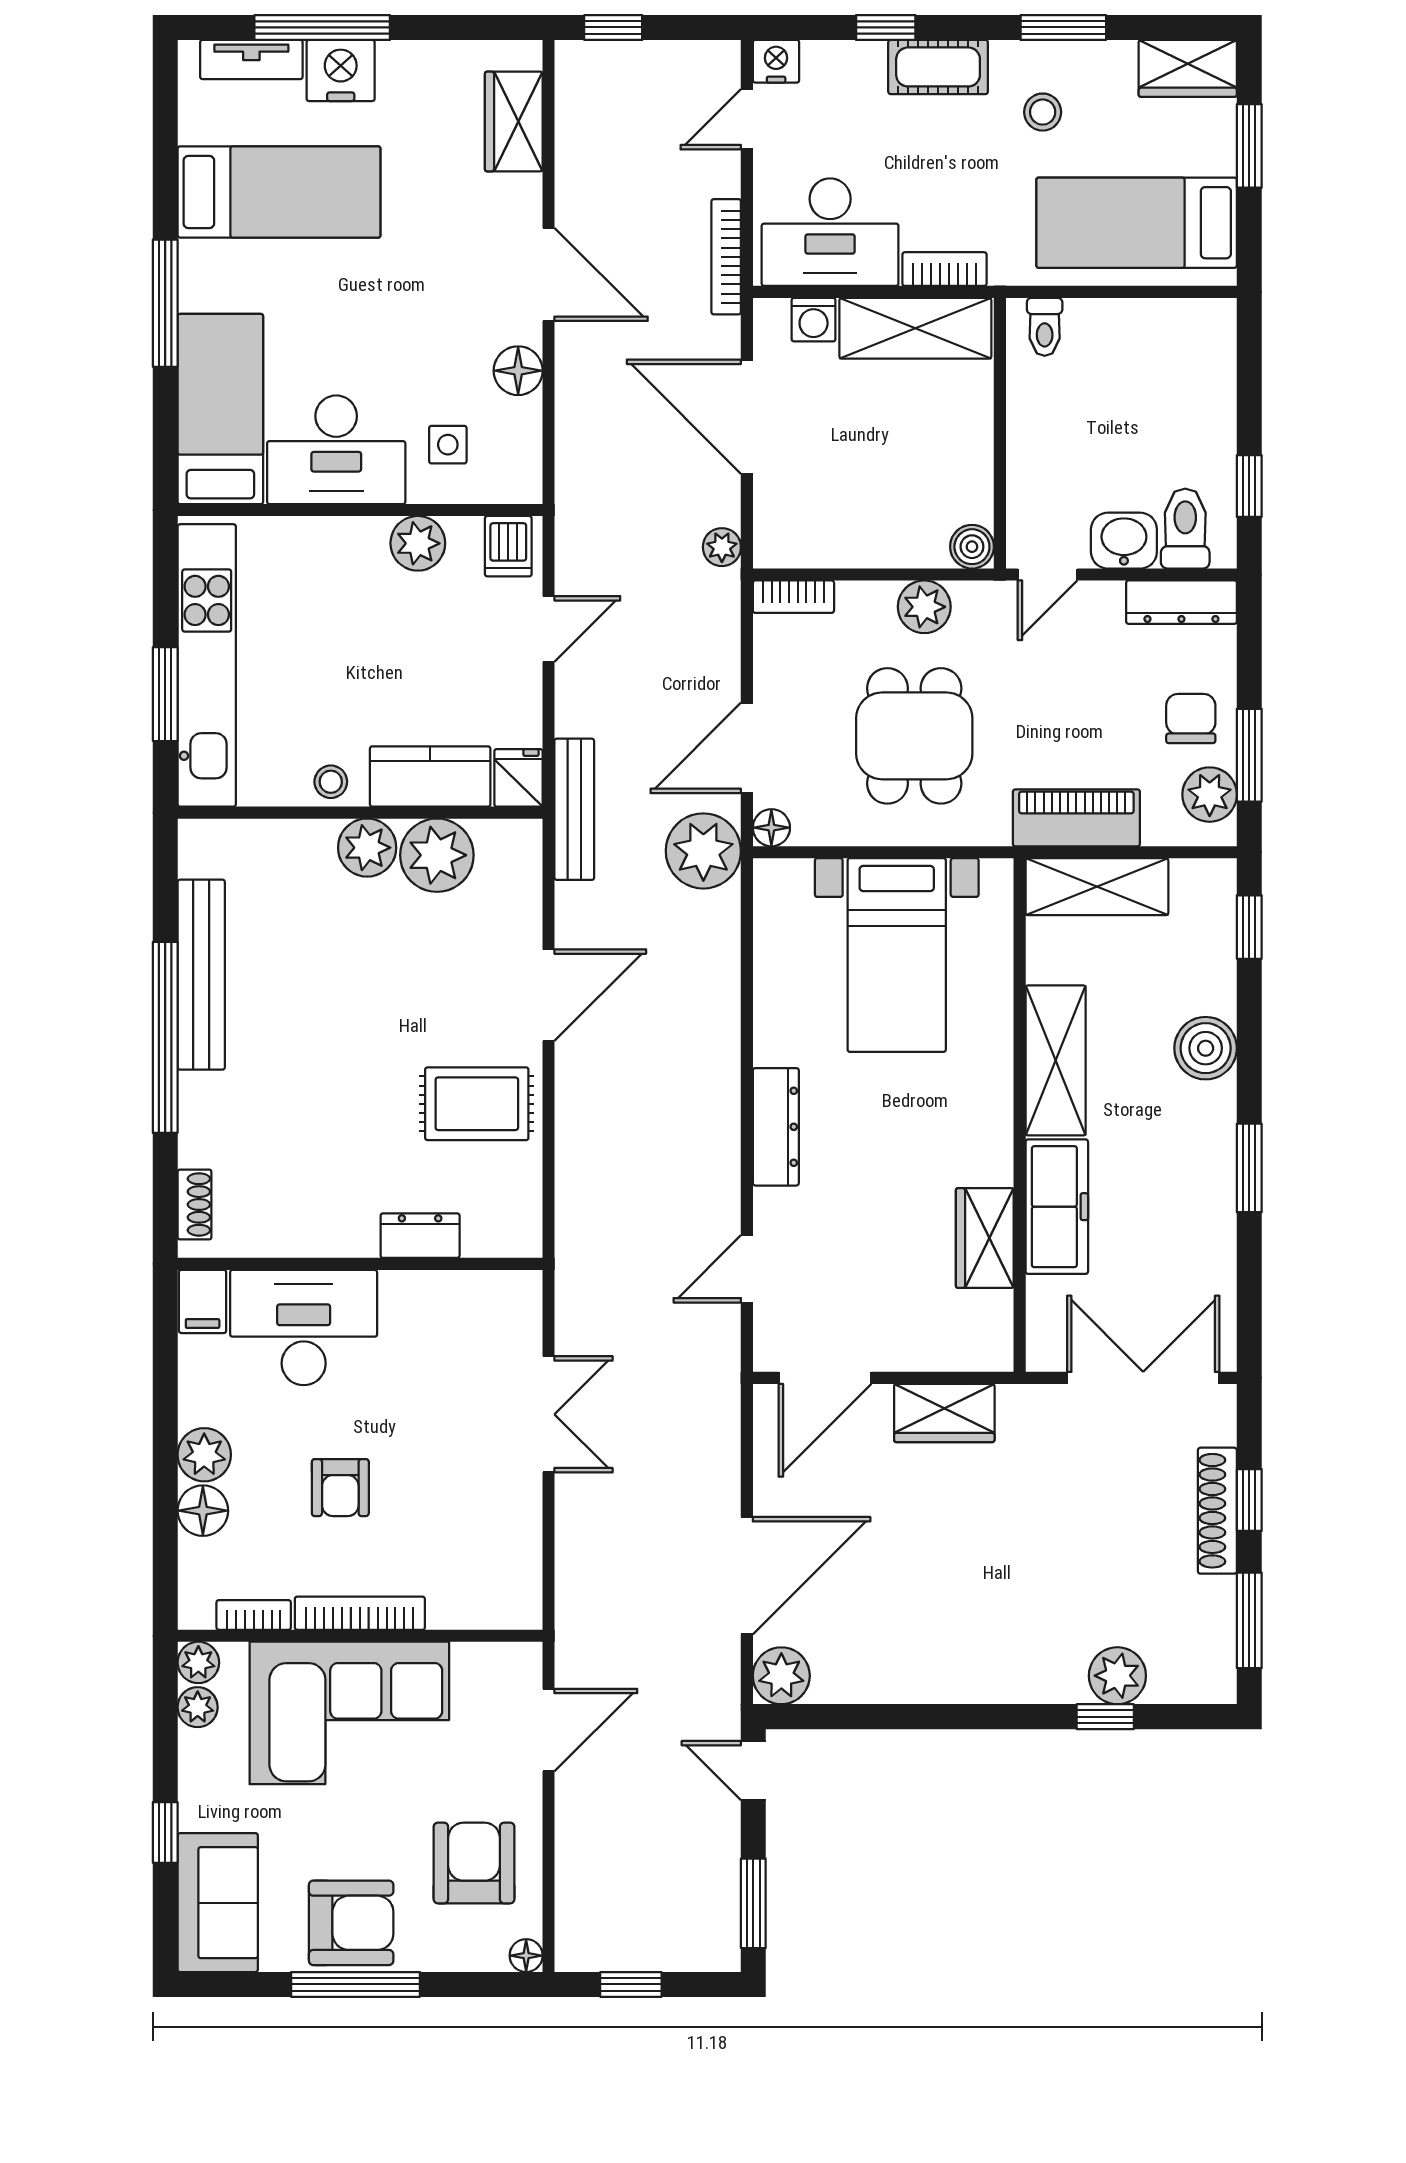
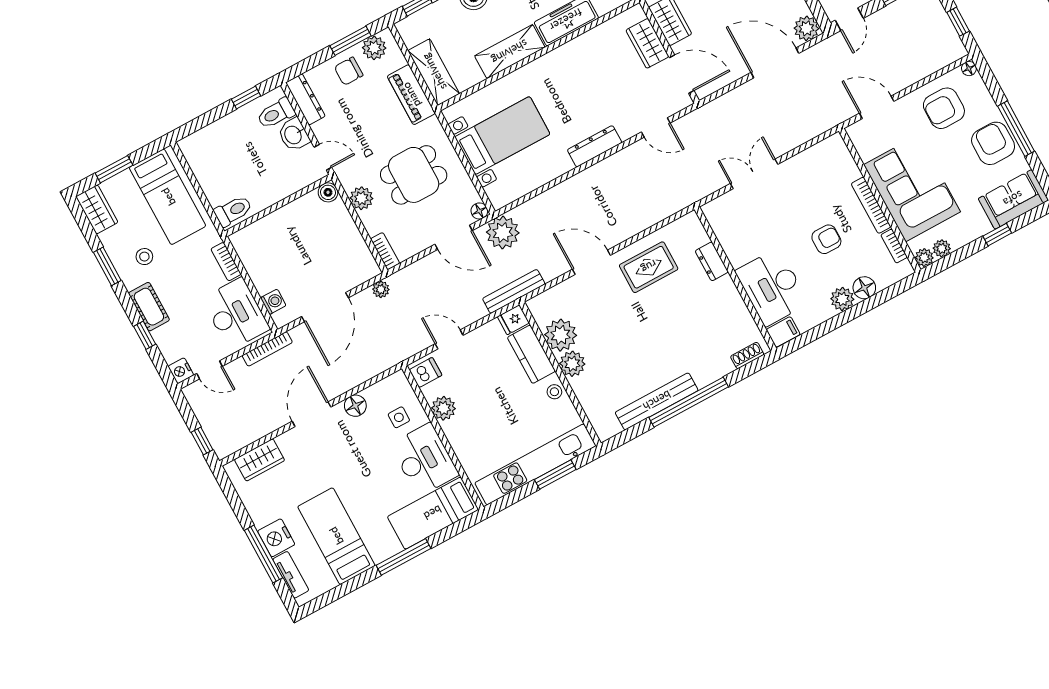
toilet: (1045, 327) -> (233, 211), width x1.37, depth x1.39
shelving: (915, 328) -> (255, 260), removed
rug: (477, 1104) -> (649, 267), turned 90
wardrobe: (985, 1238) -> (647, 43), moved, turned 90

